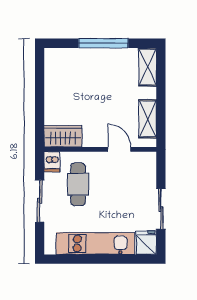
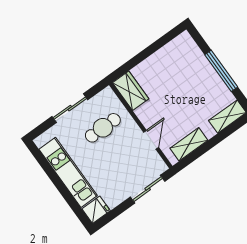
dishwasher: (52, 162) -> (106, 96), removed
sliding door: (161, 209) -> (148, 189), moved

